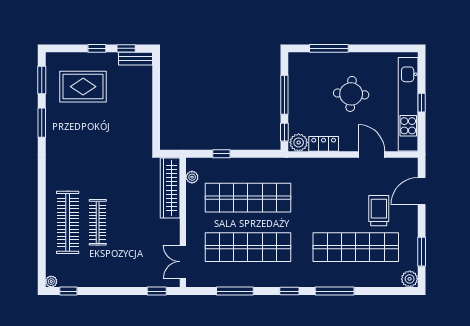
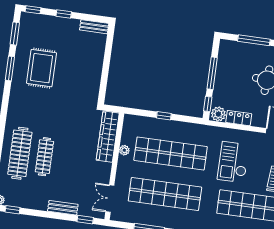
window: (126, 48) -> (33, 10), moved
rug: (83, 87) -> (42, 68), moved, turned 90
window: (221, 154) -> (164, 116), moved
plant: (192, 177) -> (124, 150), moved
checkout: (324, 197) -> (233, 162), added
bench: (128, 280) -> (63, 208), added

